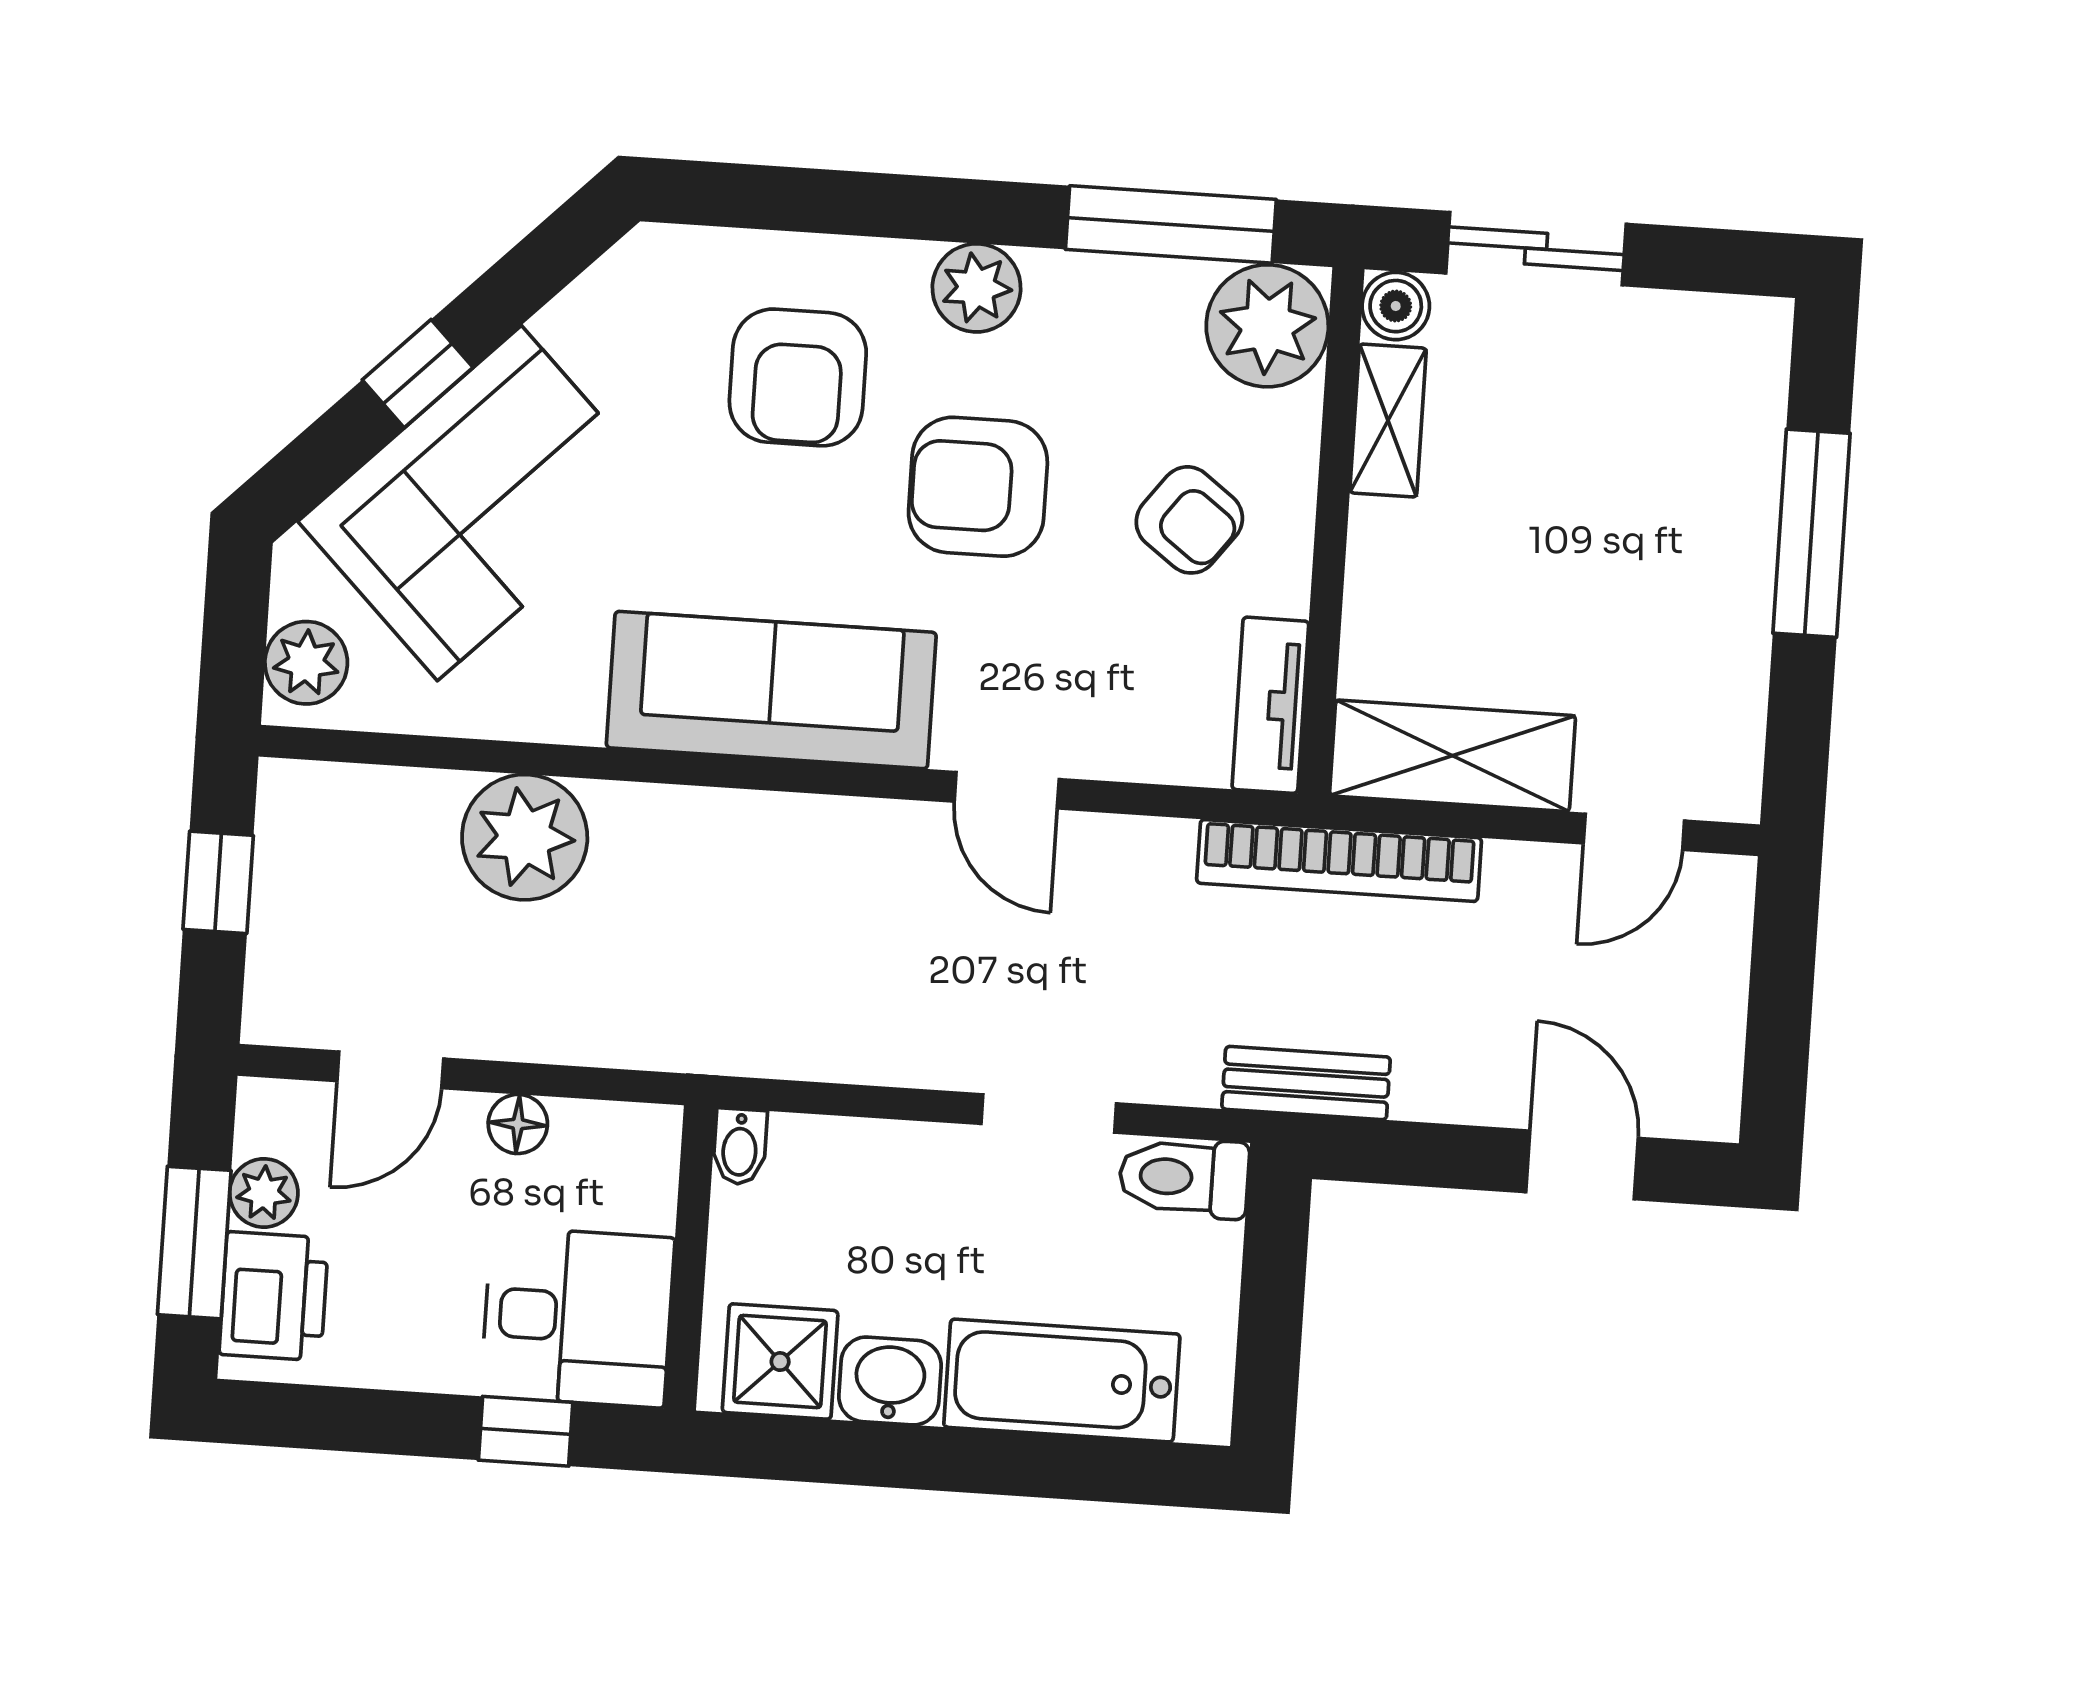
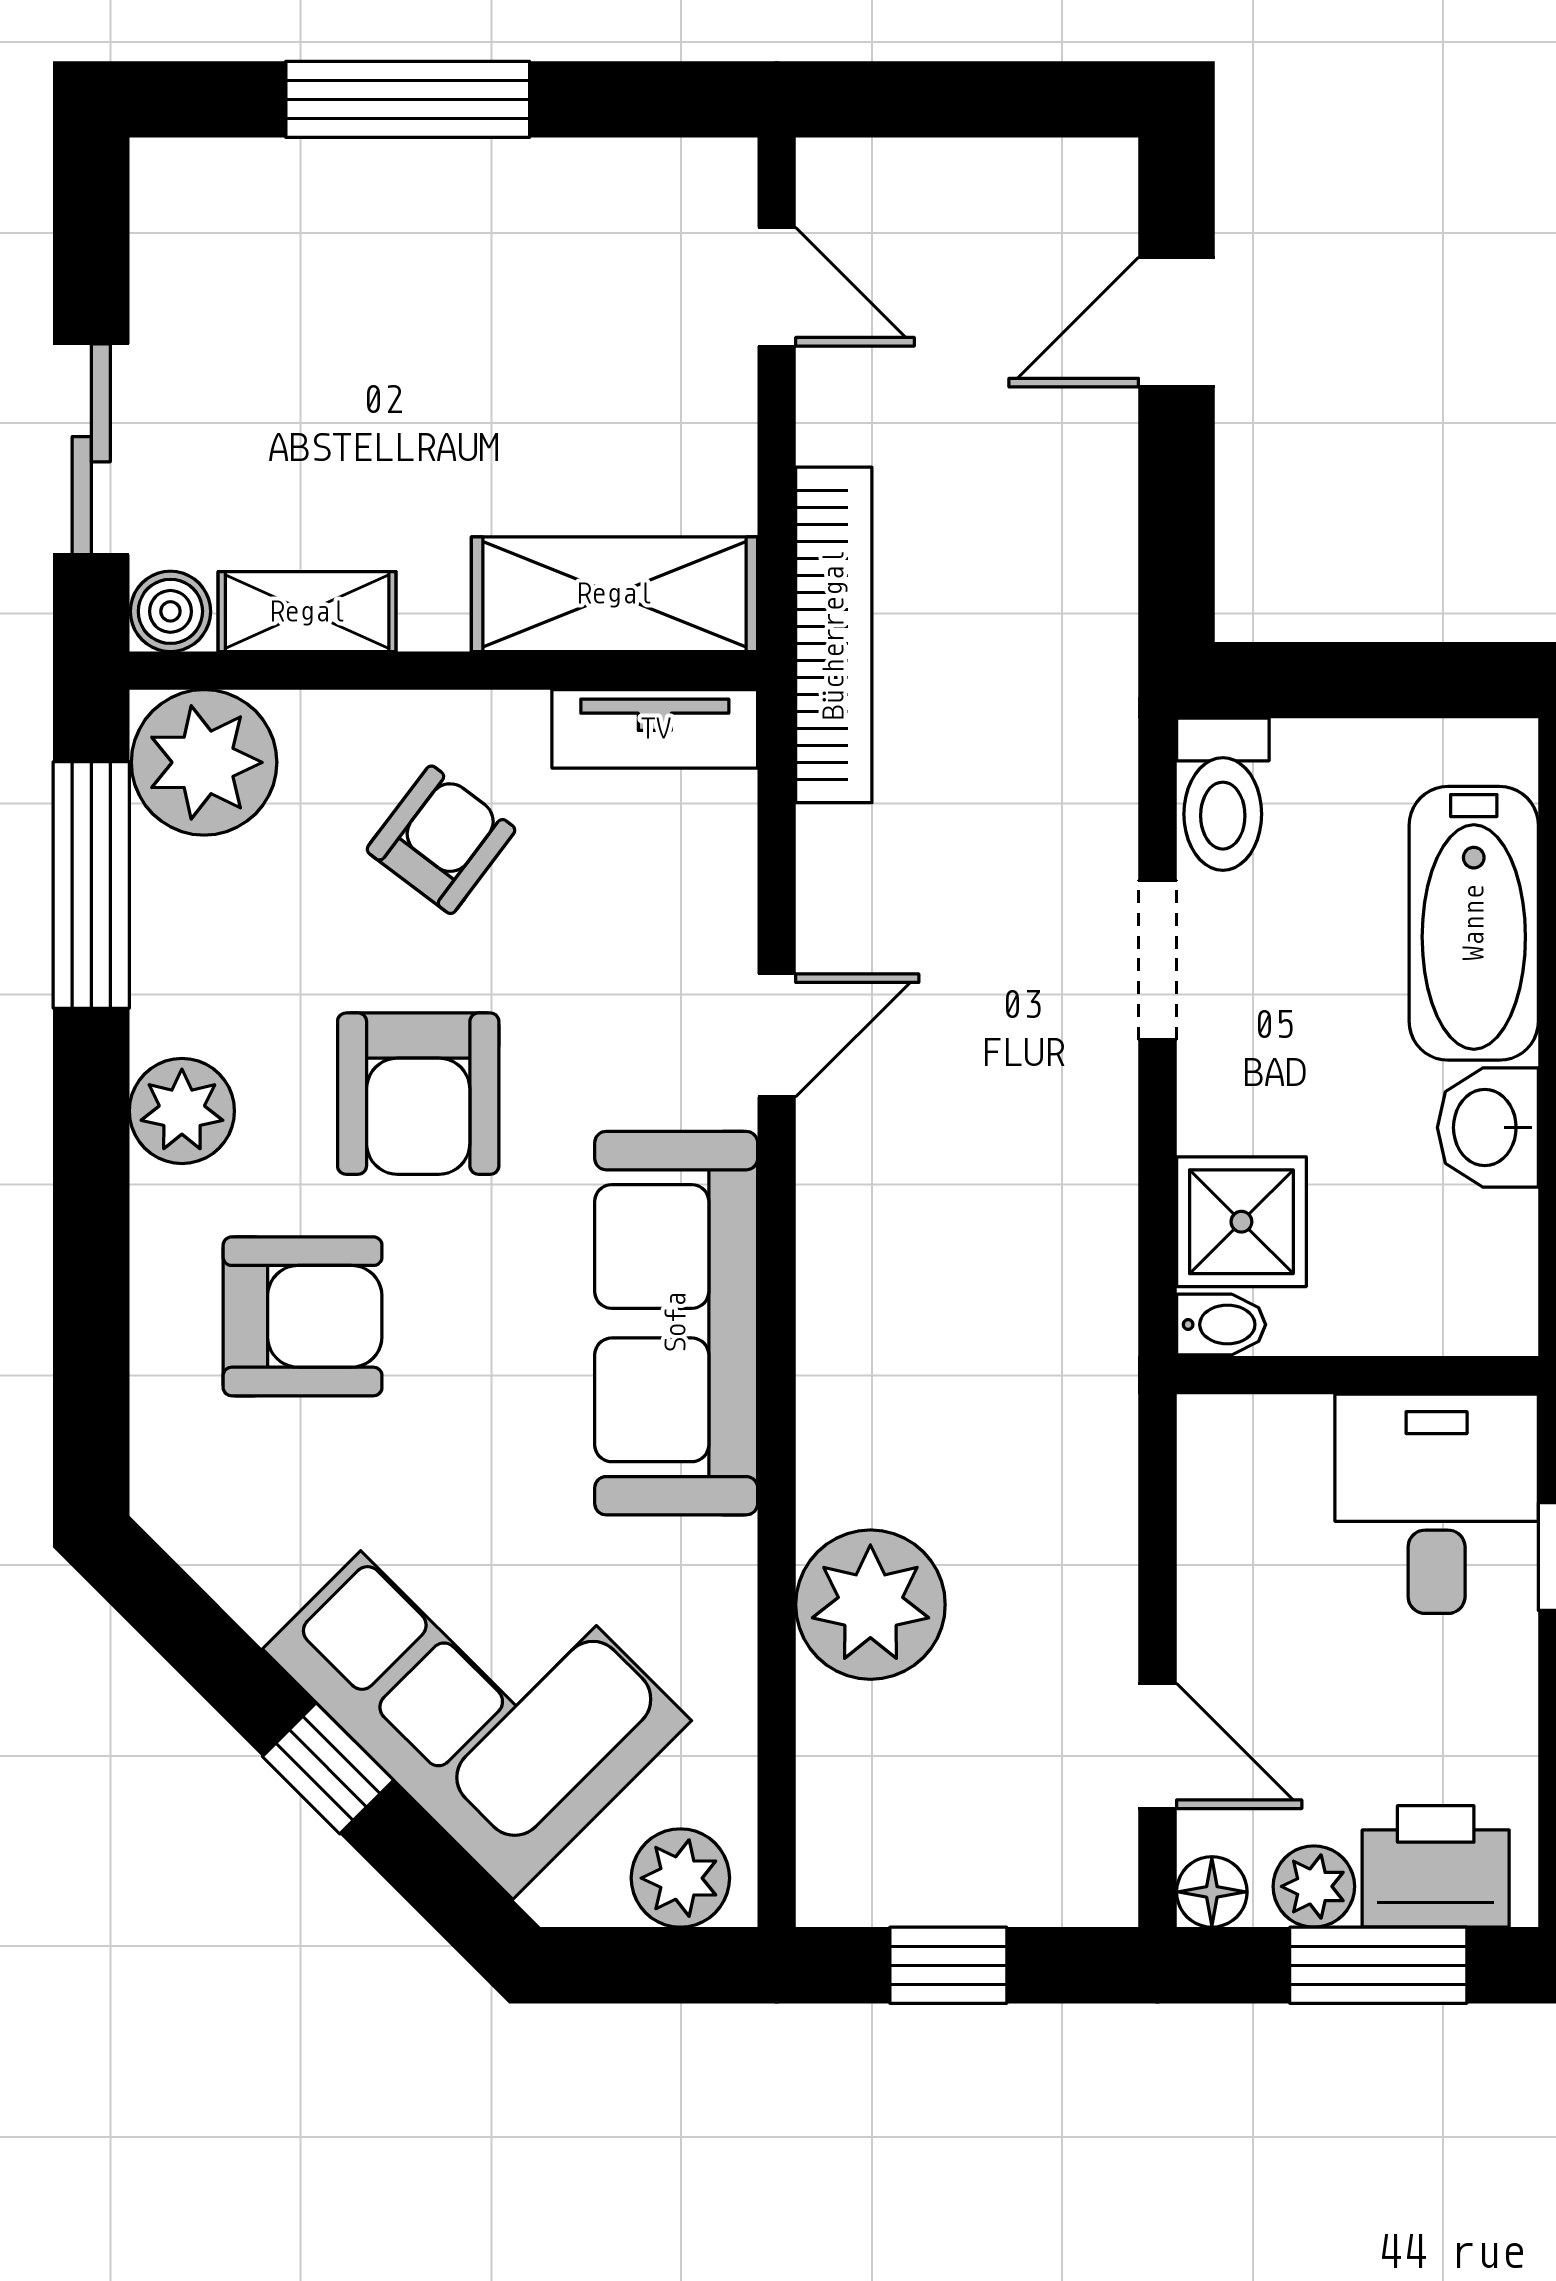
shelving: (1453, 756) -> (614, 594), moved, turned 90
bench: (1306, 1083) -> (1101, 657), removed
floor lamp: (518, 1124) -> (1212, 1892), moved
shower: (780, 1362) -> (1241, 1222), moved

